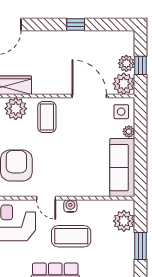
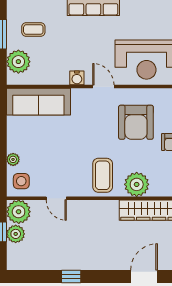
door: (89, 96) -> (56, 198), width x0.53
sofa: (122, 168) -> (38, 102), moved, turned 90
coffee table: (71, 236) -> (33, 29), moved, width x0.54, depth x0.58

